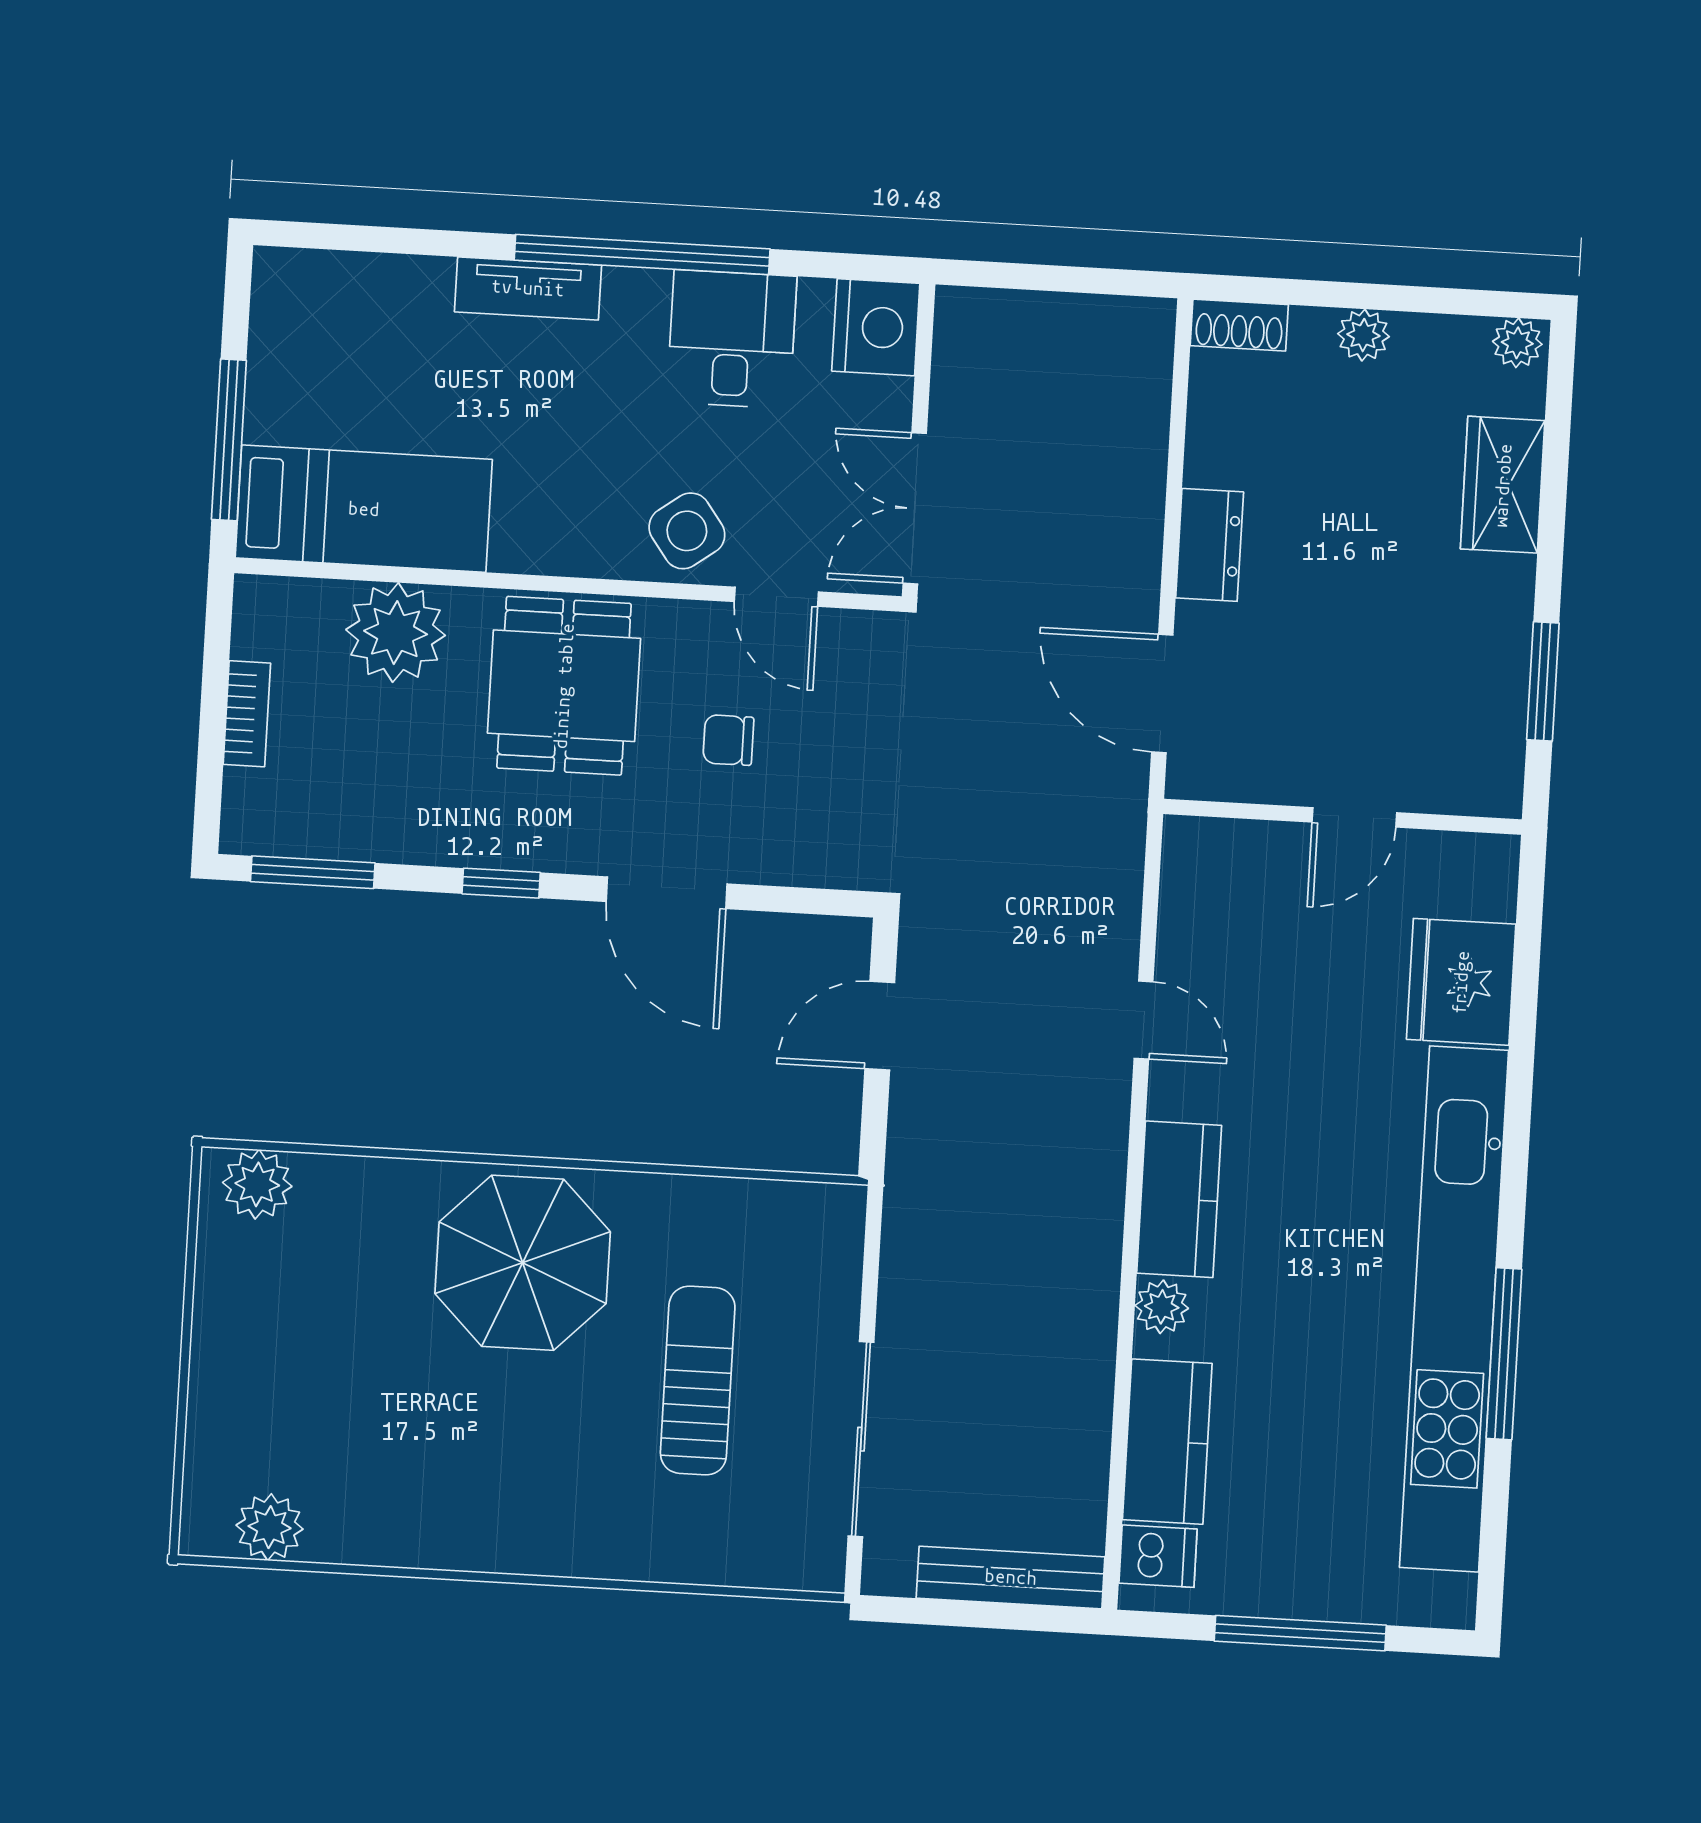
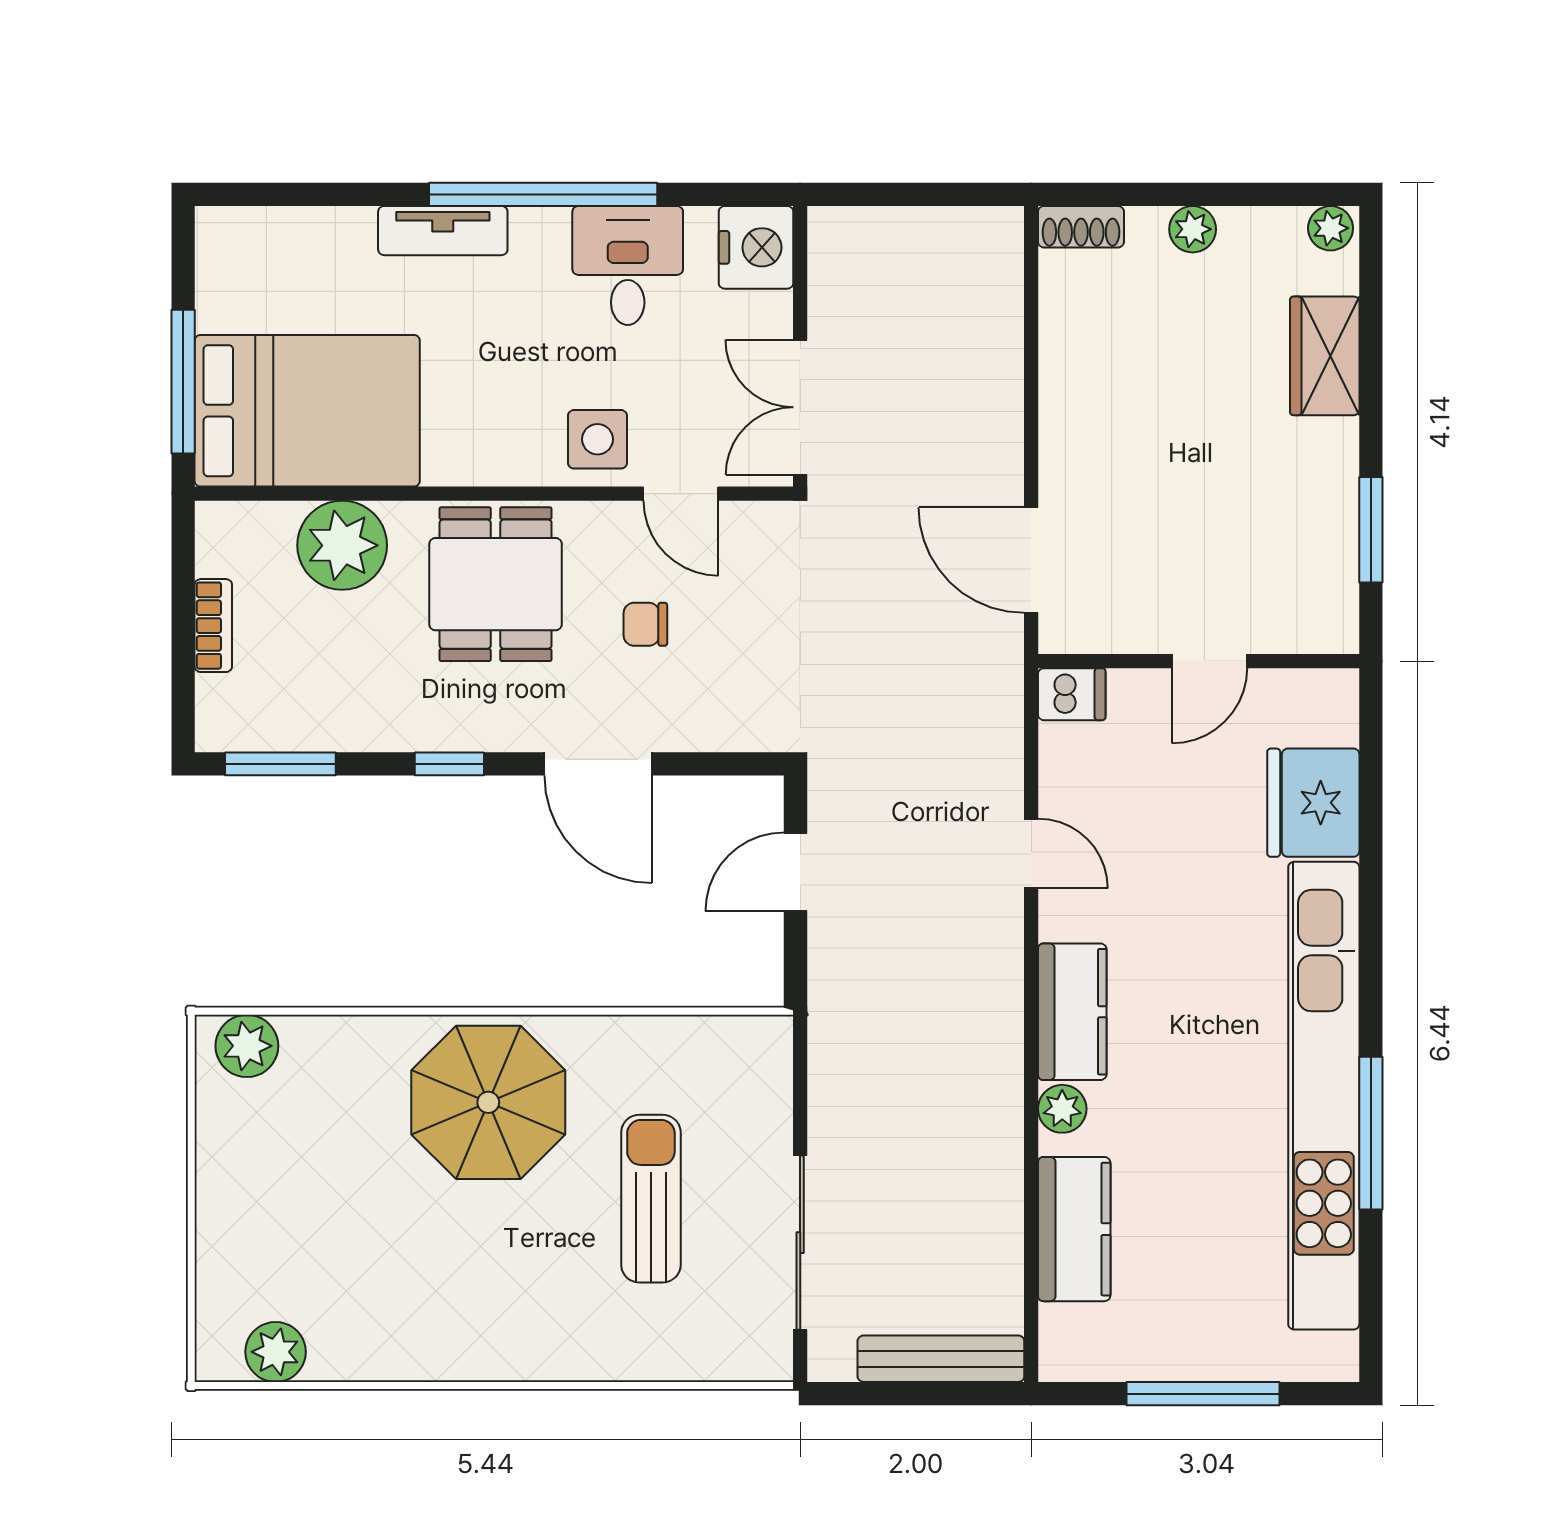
bed: (364, 509) -> (307, 411), width x1.50
side table: (687, 531) -> (597, 439), turned 36
dresser: (1210, 545) -> (1066, 425), removed
dishwasher: (1158, 1556) -> (1072, 694), moved

